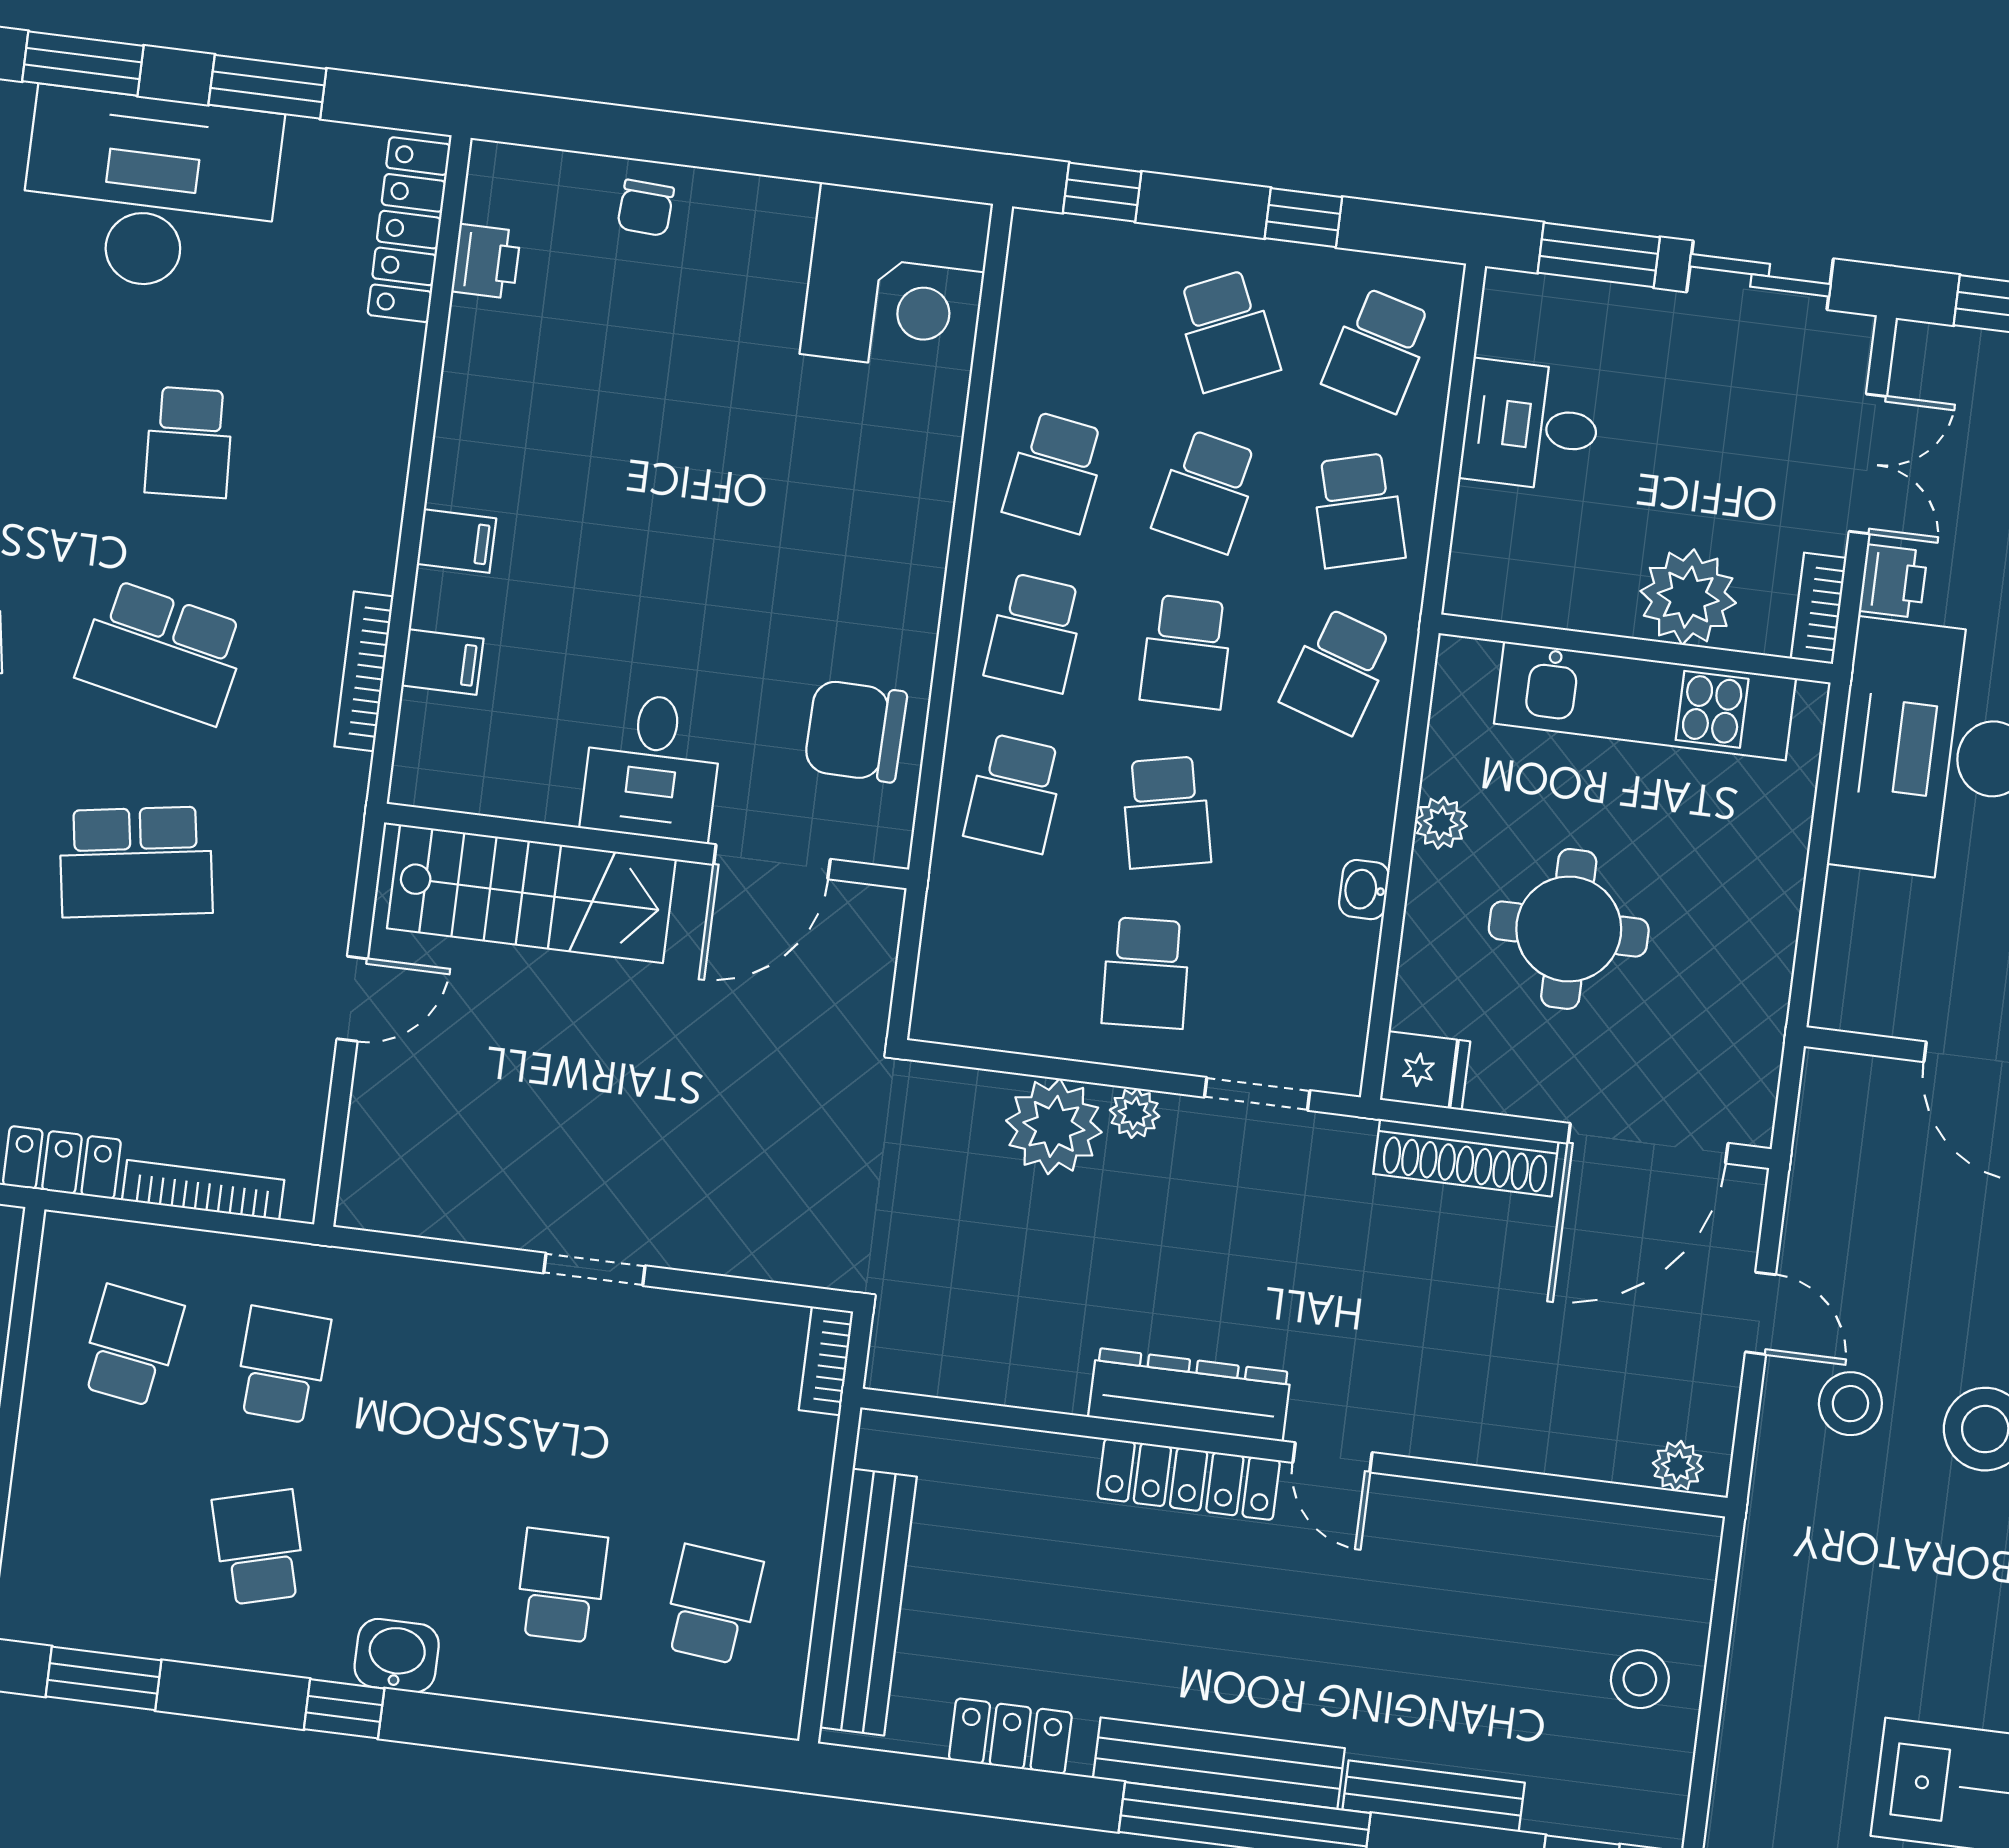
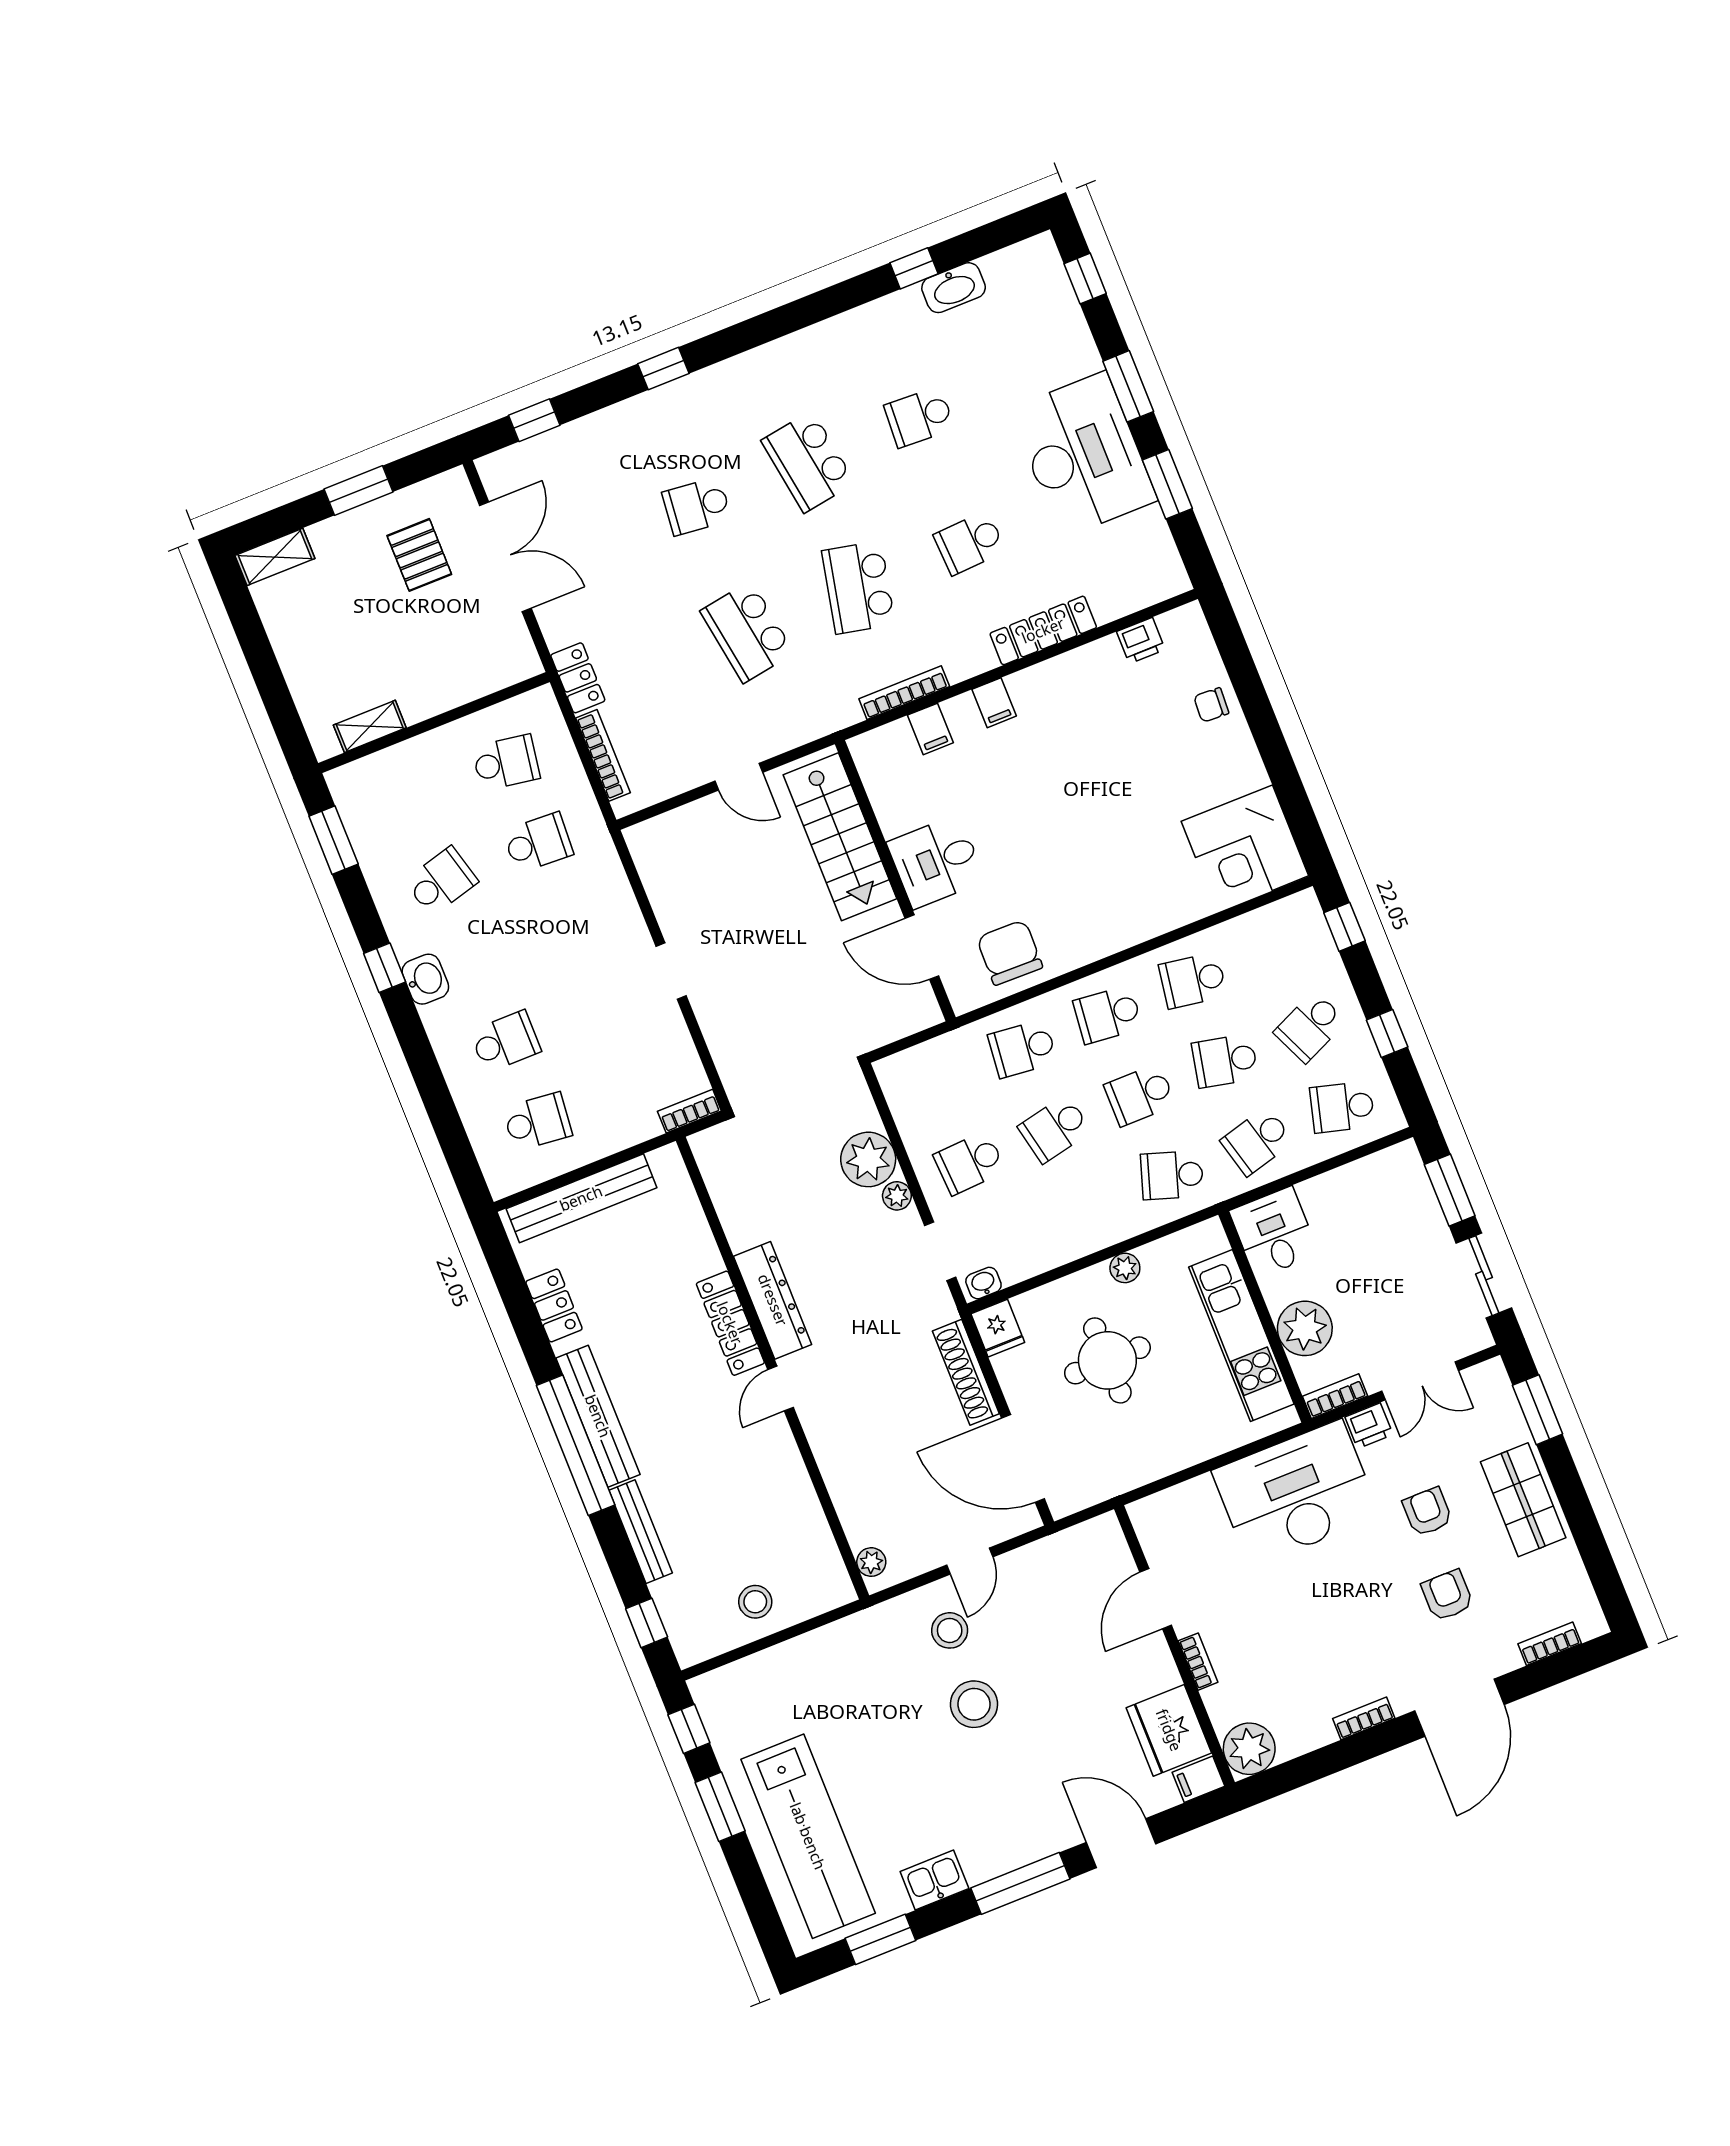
locker: (409, 230) -> (1043, 630), moved
desk: (1531, 426) -> (1274, 1232), moved
washbasin: (1364, 890) -> (983, 1283), moved

